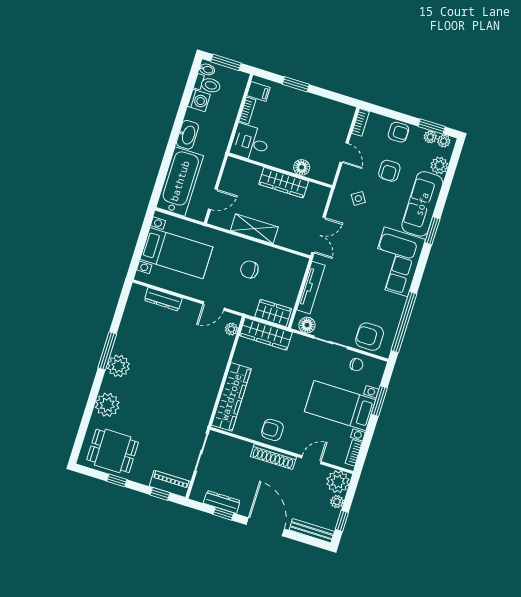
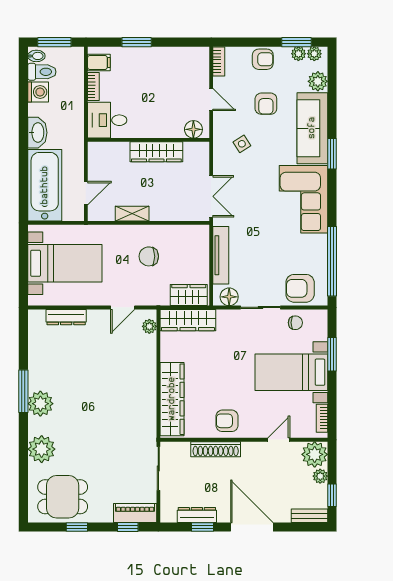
floor lamp: (302, 167) -> (193, 129), moved
shelving: (254, 229) -> (132, 214), width x0.67, depth x0.75
shoe rack: (273, 457) -> (216, 449), moved
bench: (312, 531) -> (310, 516), width x0.73

